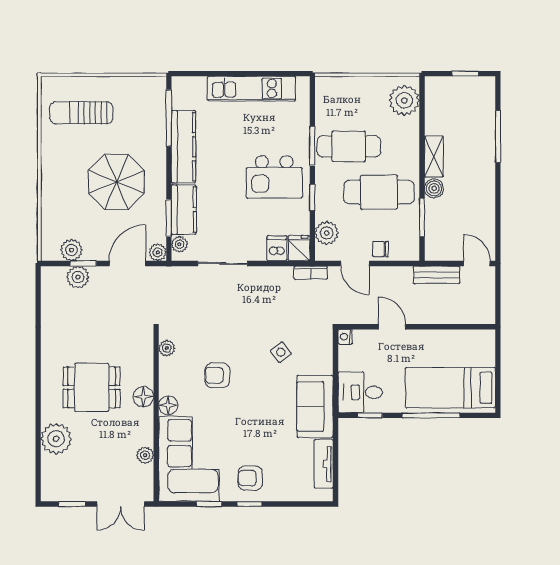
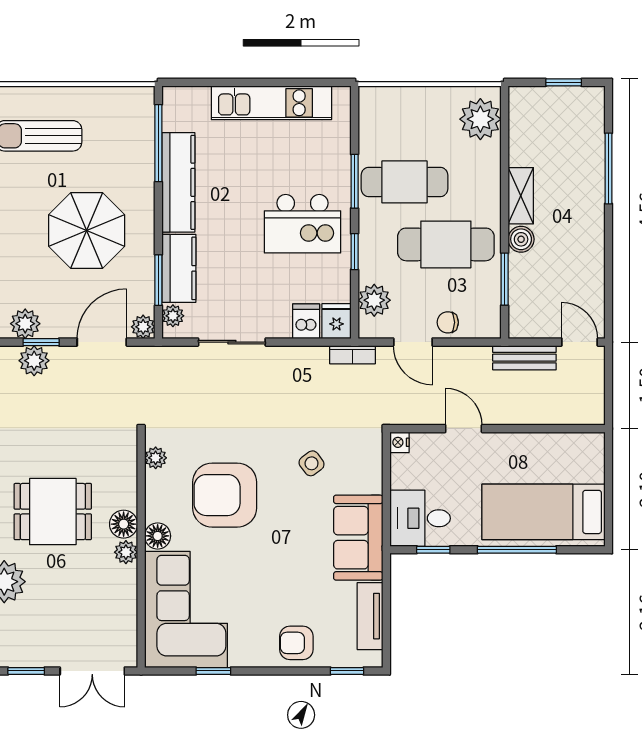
armchair: (217, 375) -> (225, 495), width x1.88, depth x1.88
plant: (145, 455) -> (126, 552), moved
armchair: (250, 478) -> (296, 643), moved
window: (250, 504) -> (347, 671), moved

